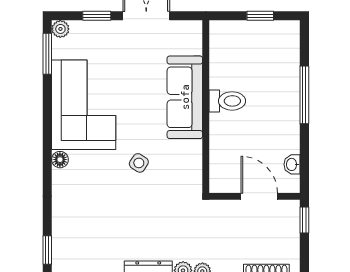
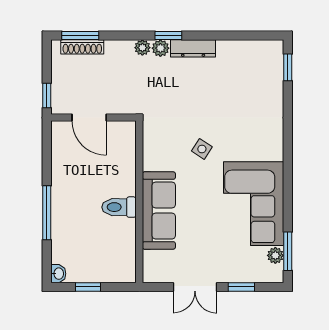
plant: (60, 29) -> (275, 255), moved
floor lamp: (60, 160) -> (276, 152), removed
washbasin: (292, 164) -> (58, 274), moved

